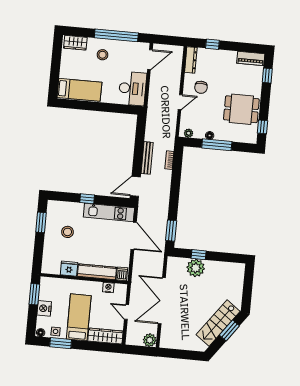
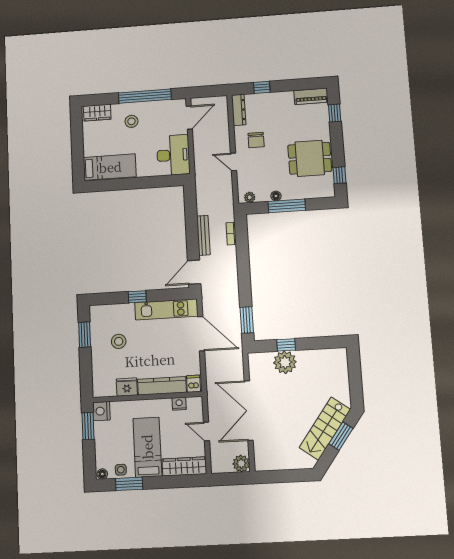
door: (180, 102) -> (233, 162), swing flipped
nightstand: (44, 308) -> (101, 411), moved

